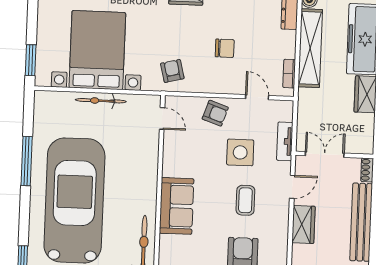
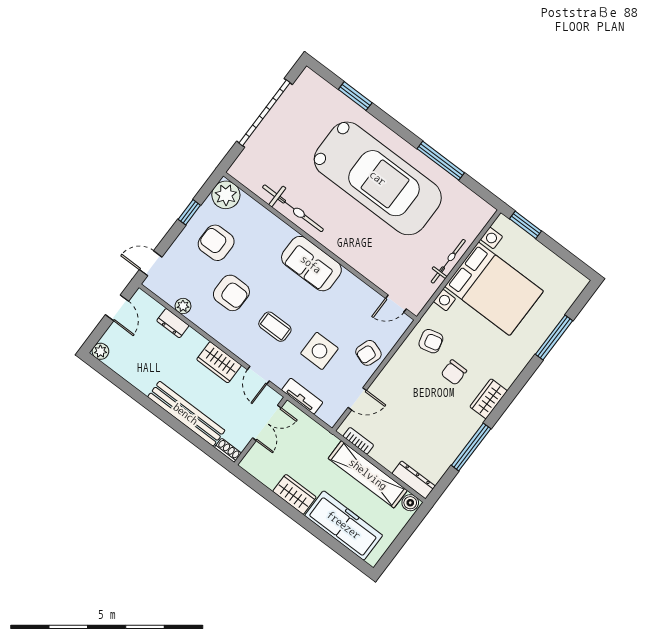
chair: (225, 48) -> (454, 372), moved

